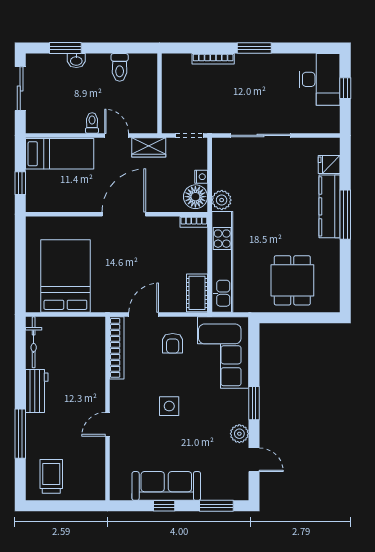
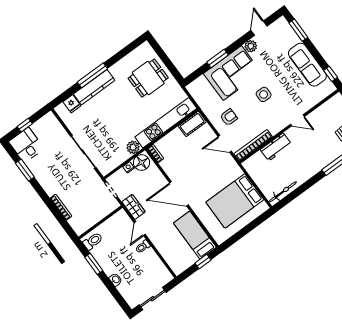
window: (65, 48) -> (94, 264), moved
window: (254, 48) -> (25, 170), moved
toilet: (120, 67) -> (93, 241), moved
desk: (320, 79) -> (26, 145), width x0.73
bed: (60, 154) -> (195, 235), moved
corner sofa: (223, 353) -> (232, 73), moved
workbench: (37, 391) -> (276, 147), moved, turned 180
window: (254, 403) -> (218, 59), moved
window: (164, 506) -> (331, 74), moved

